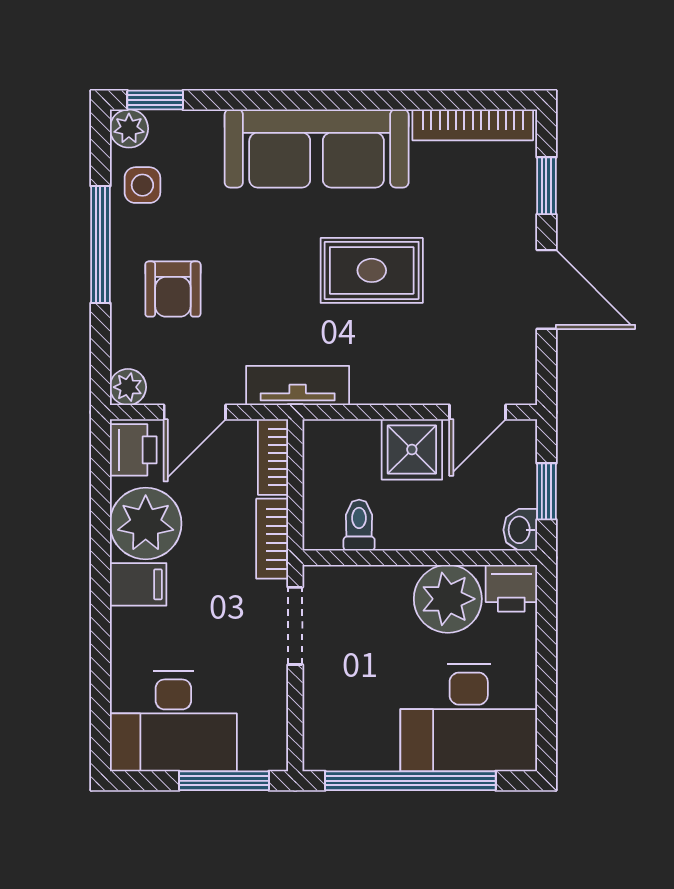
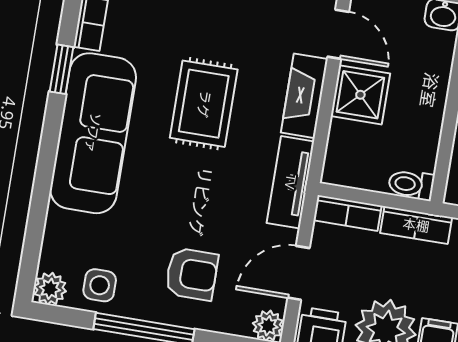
window: (155, 100) -> (62, 69), moved
fireplace: (400, 385) -> (304, 96), added
door: (195, 412) -> (299, 273), swing flipped
toilet: (359, 525) -> (411, 185), moved

